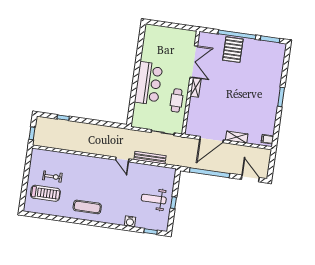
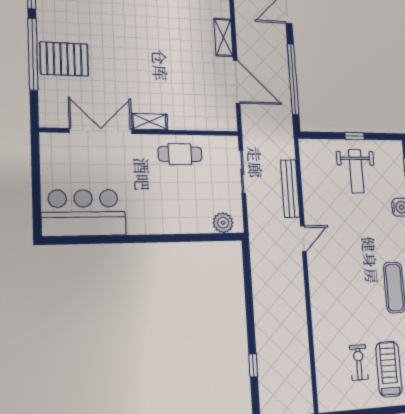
bar counter: (149, 83) -> (84, 213), moved
plant: (138, 116) -> (223, 223), added

